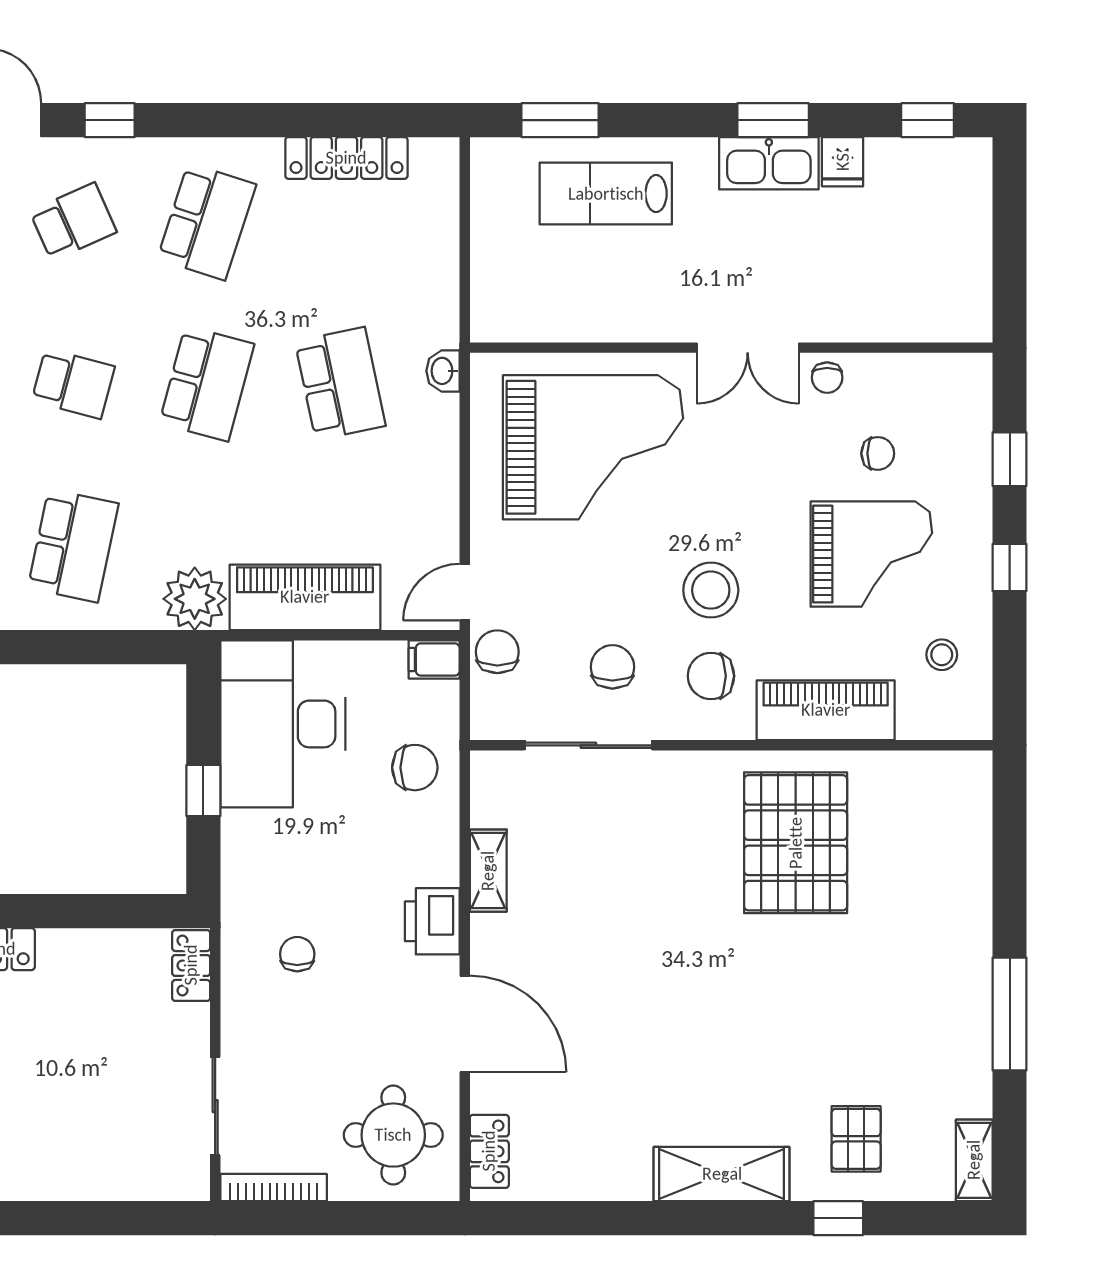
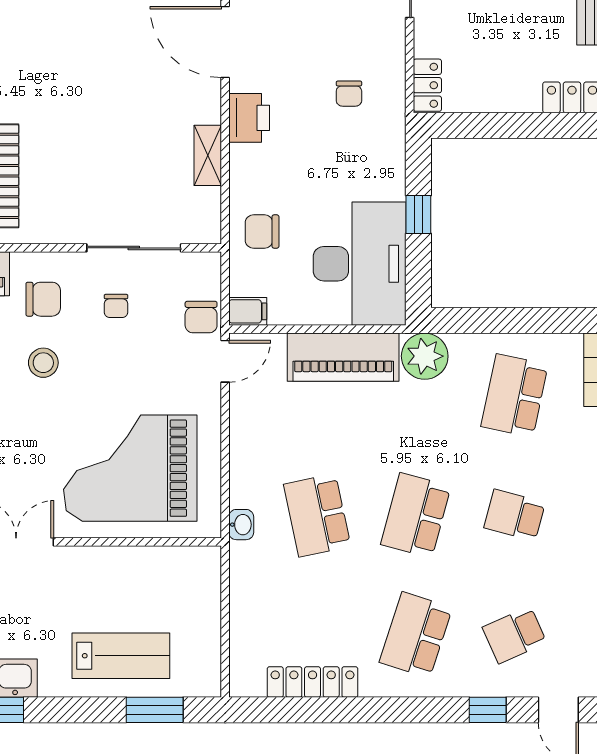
stool: (711, 590) -> (43, 363), width x0.73, depth x0.73
chair: (612, 667) -> (116, 306), width x0.73, depth x0.73

